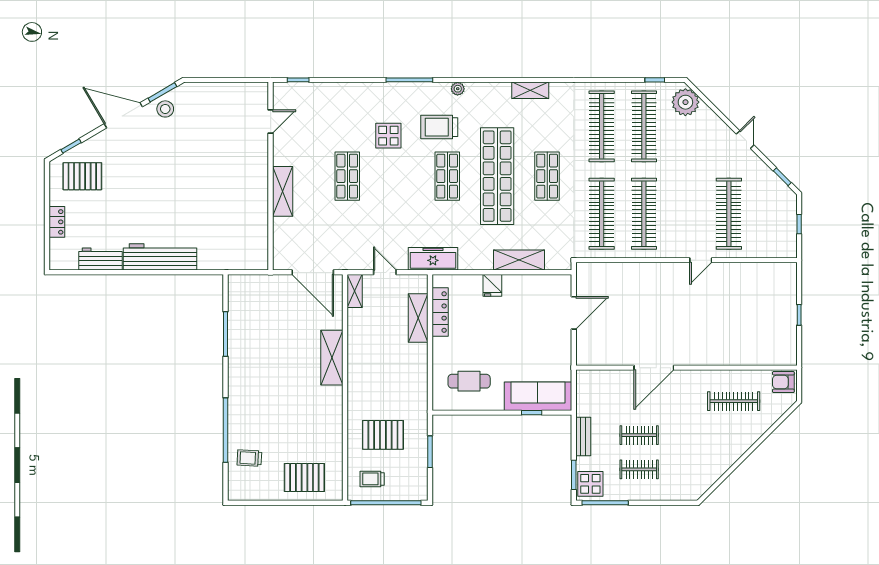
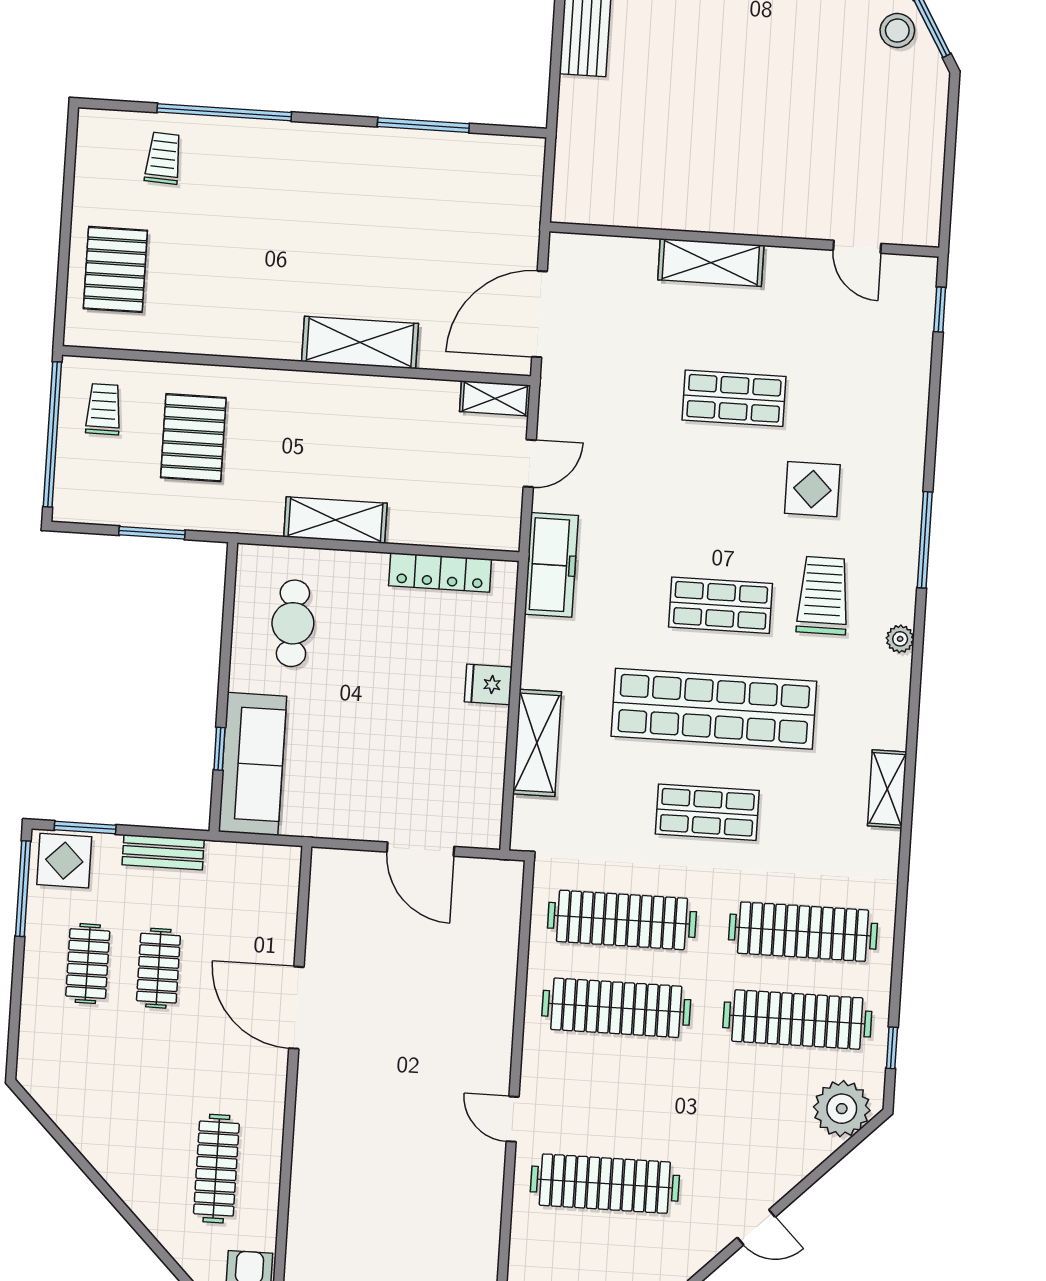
shelving: (418, 318) -> (335, 520), moved

